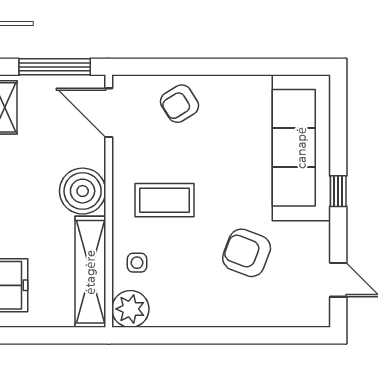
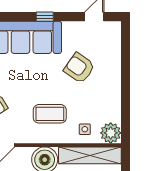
coffee table: (165, 200) -> (50, 114), turned 90
armchair: (247, 253) -> (79, 68), turned 104

